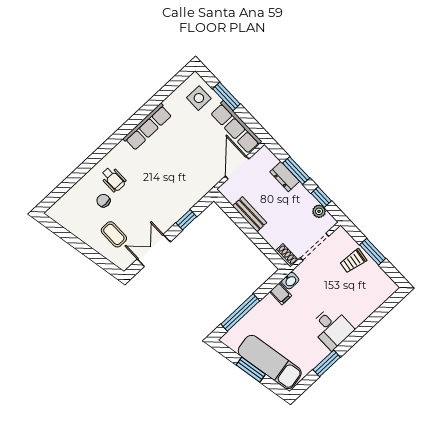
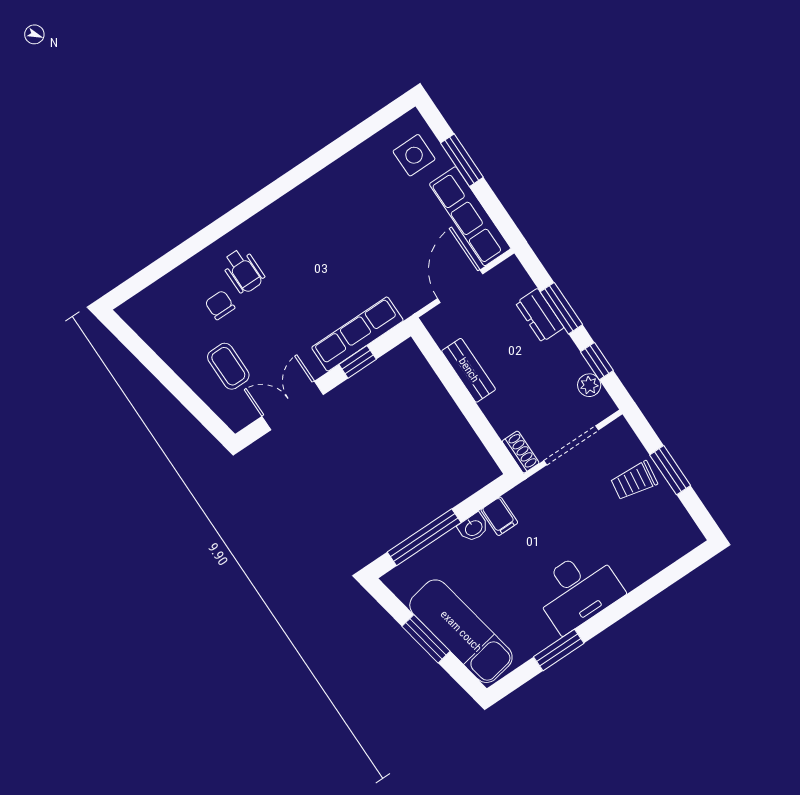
row of seats: (148, 127) -> (357, 334), moved, turned 180
washbasin: (290, 281) -> (473, 528), moved
desk: (332, 328) -> (578, 590), width x1.37

